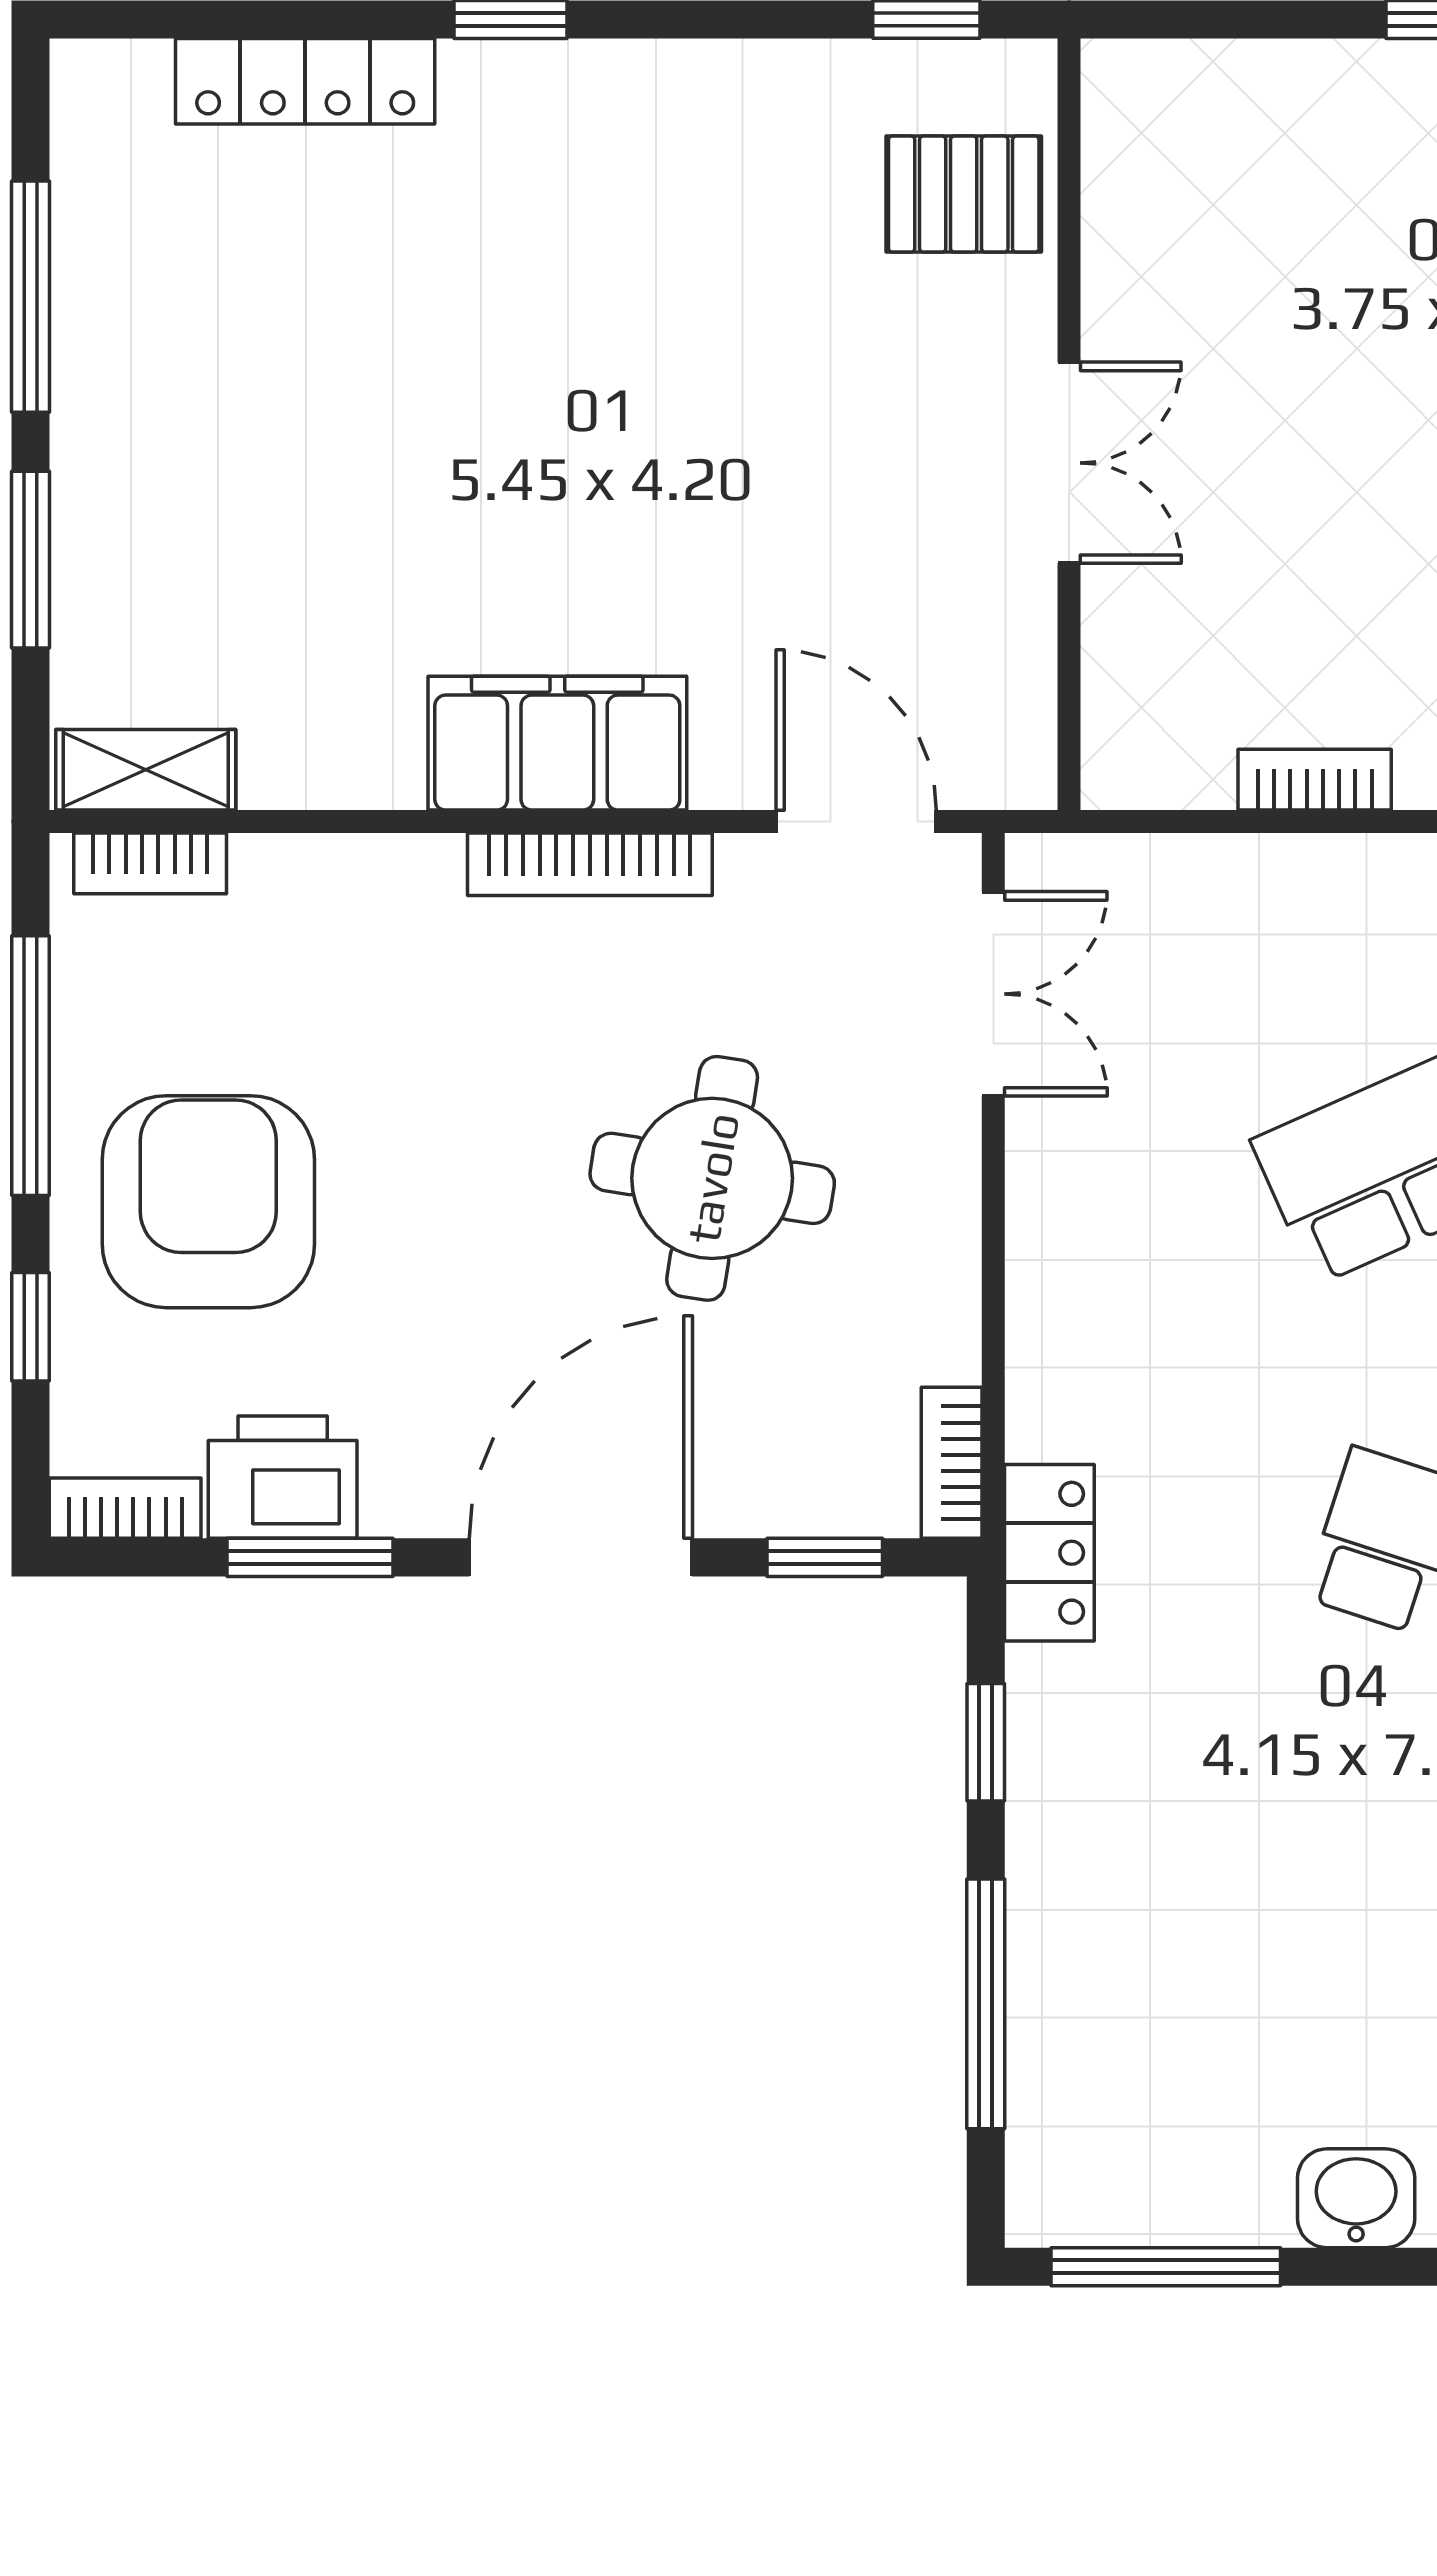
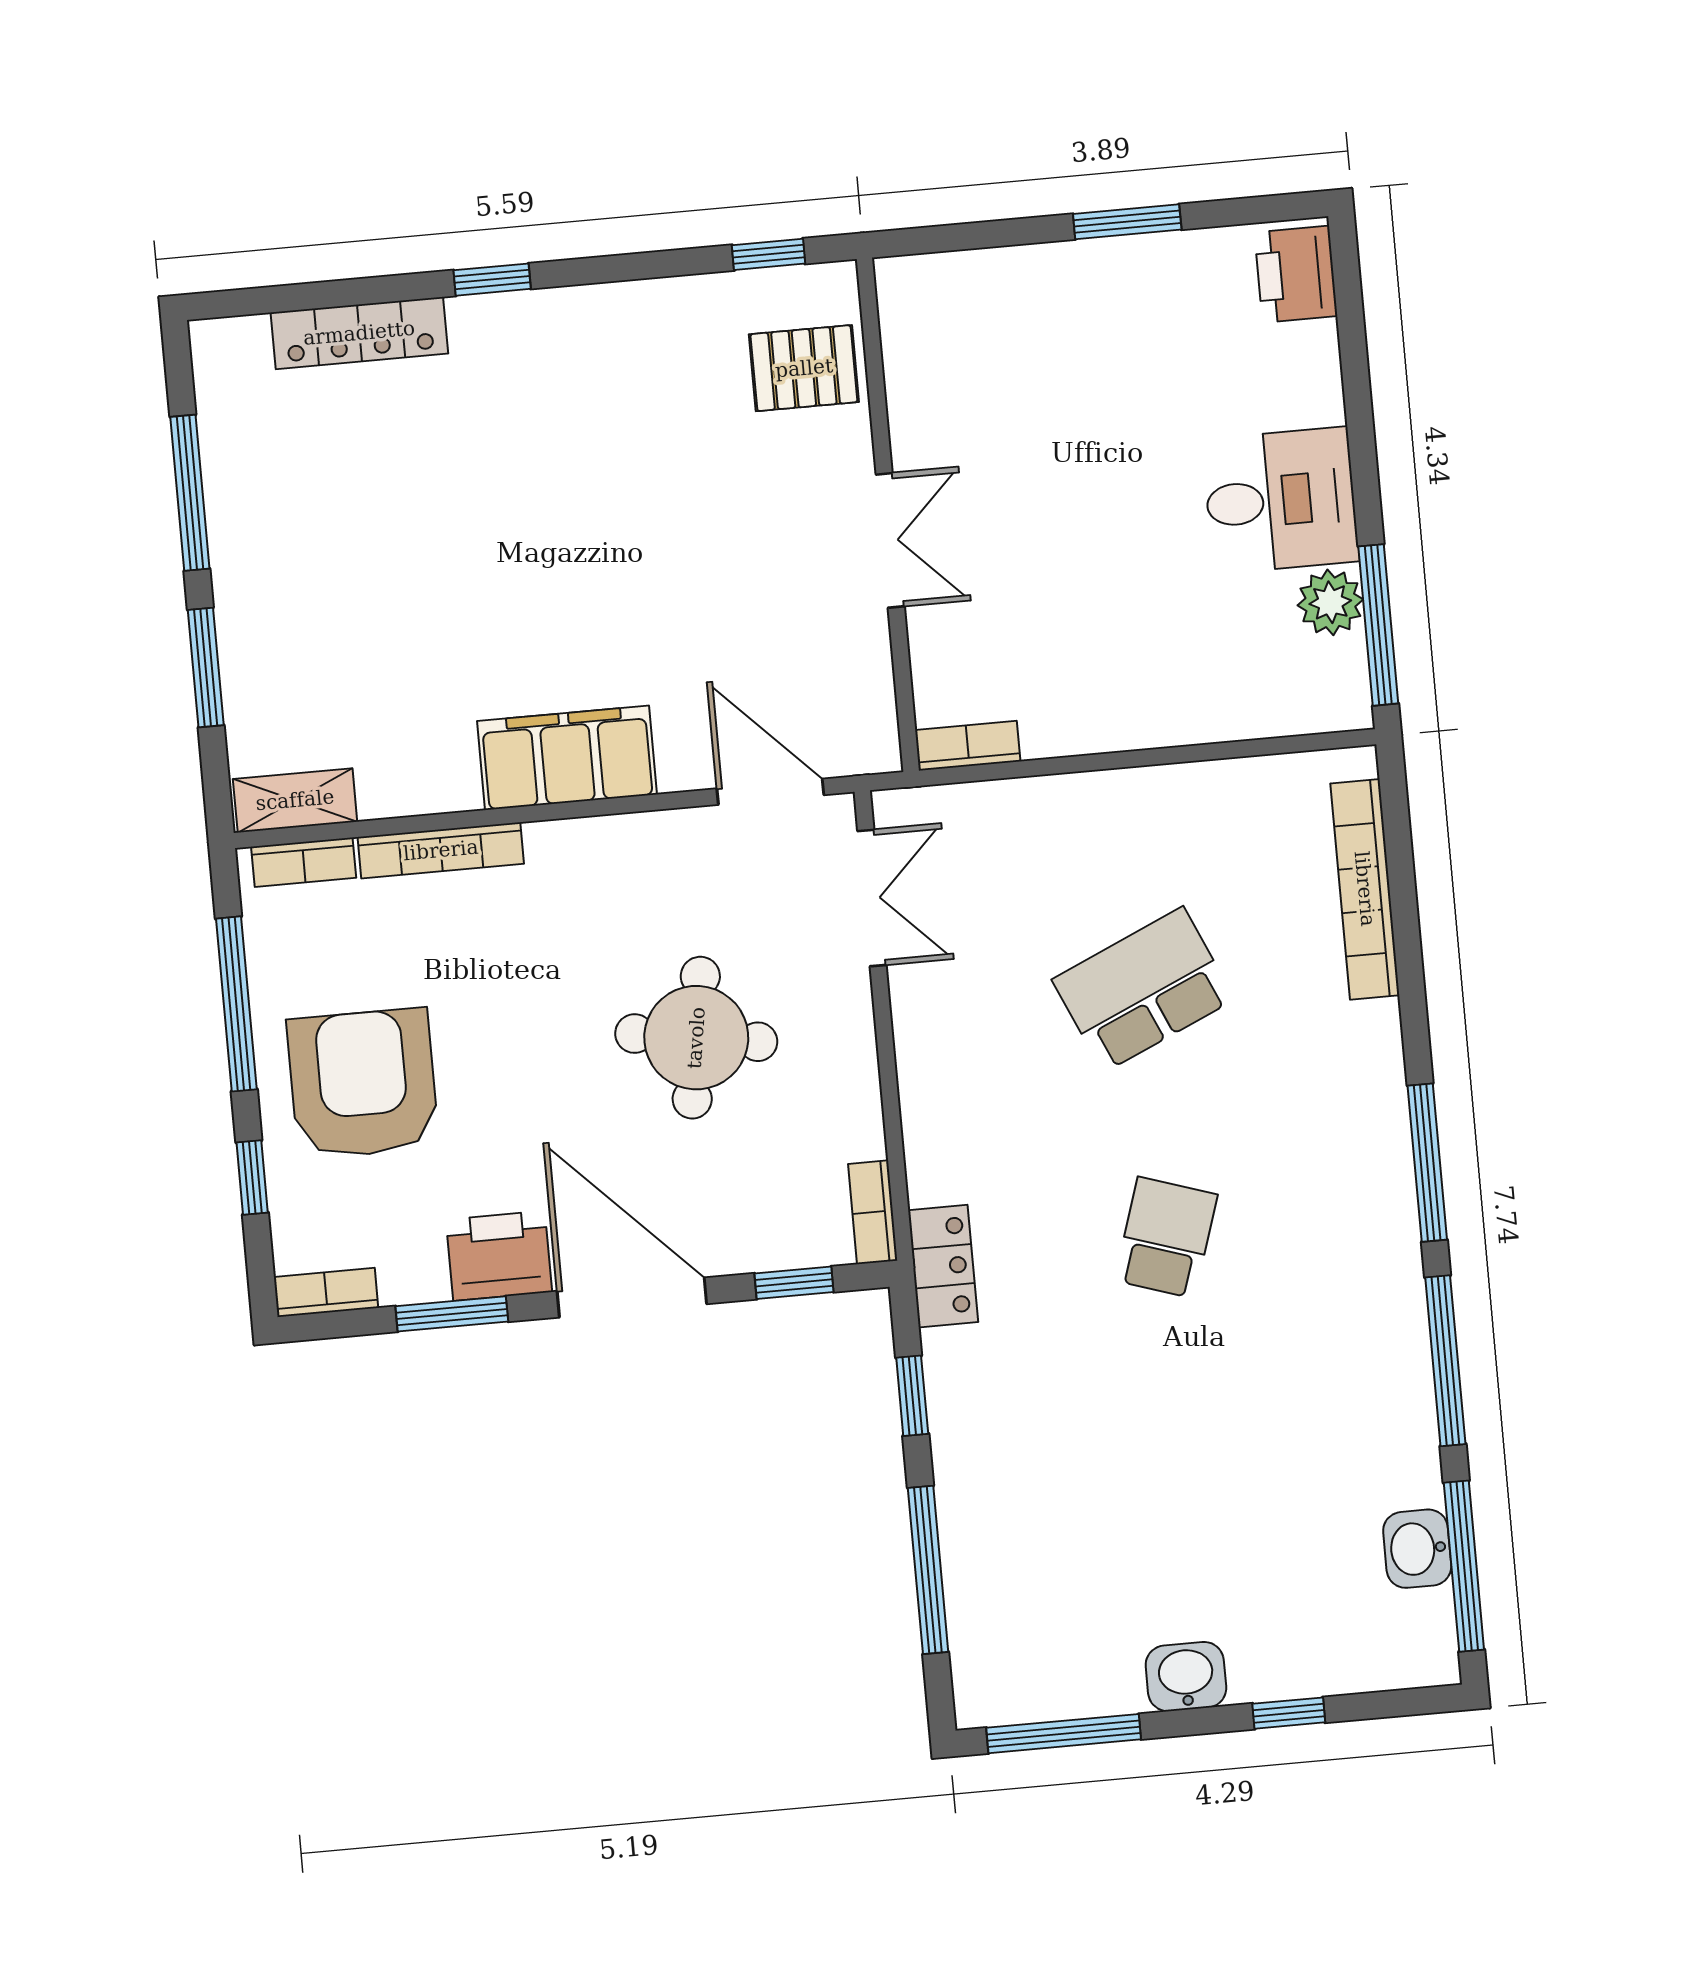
bookcase: (1315, 780) -> (968, 746), moved
bookcase: (590, 864) -> (441, 850), moved
printer: (283, 1477) -> (499, 1256), moved
door: (581, 1557) -> (632, 1297), hinge flipped

